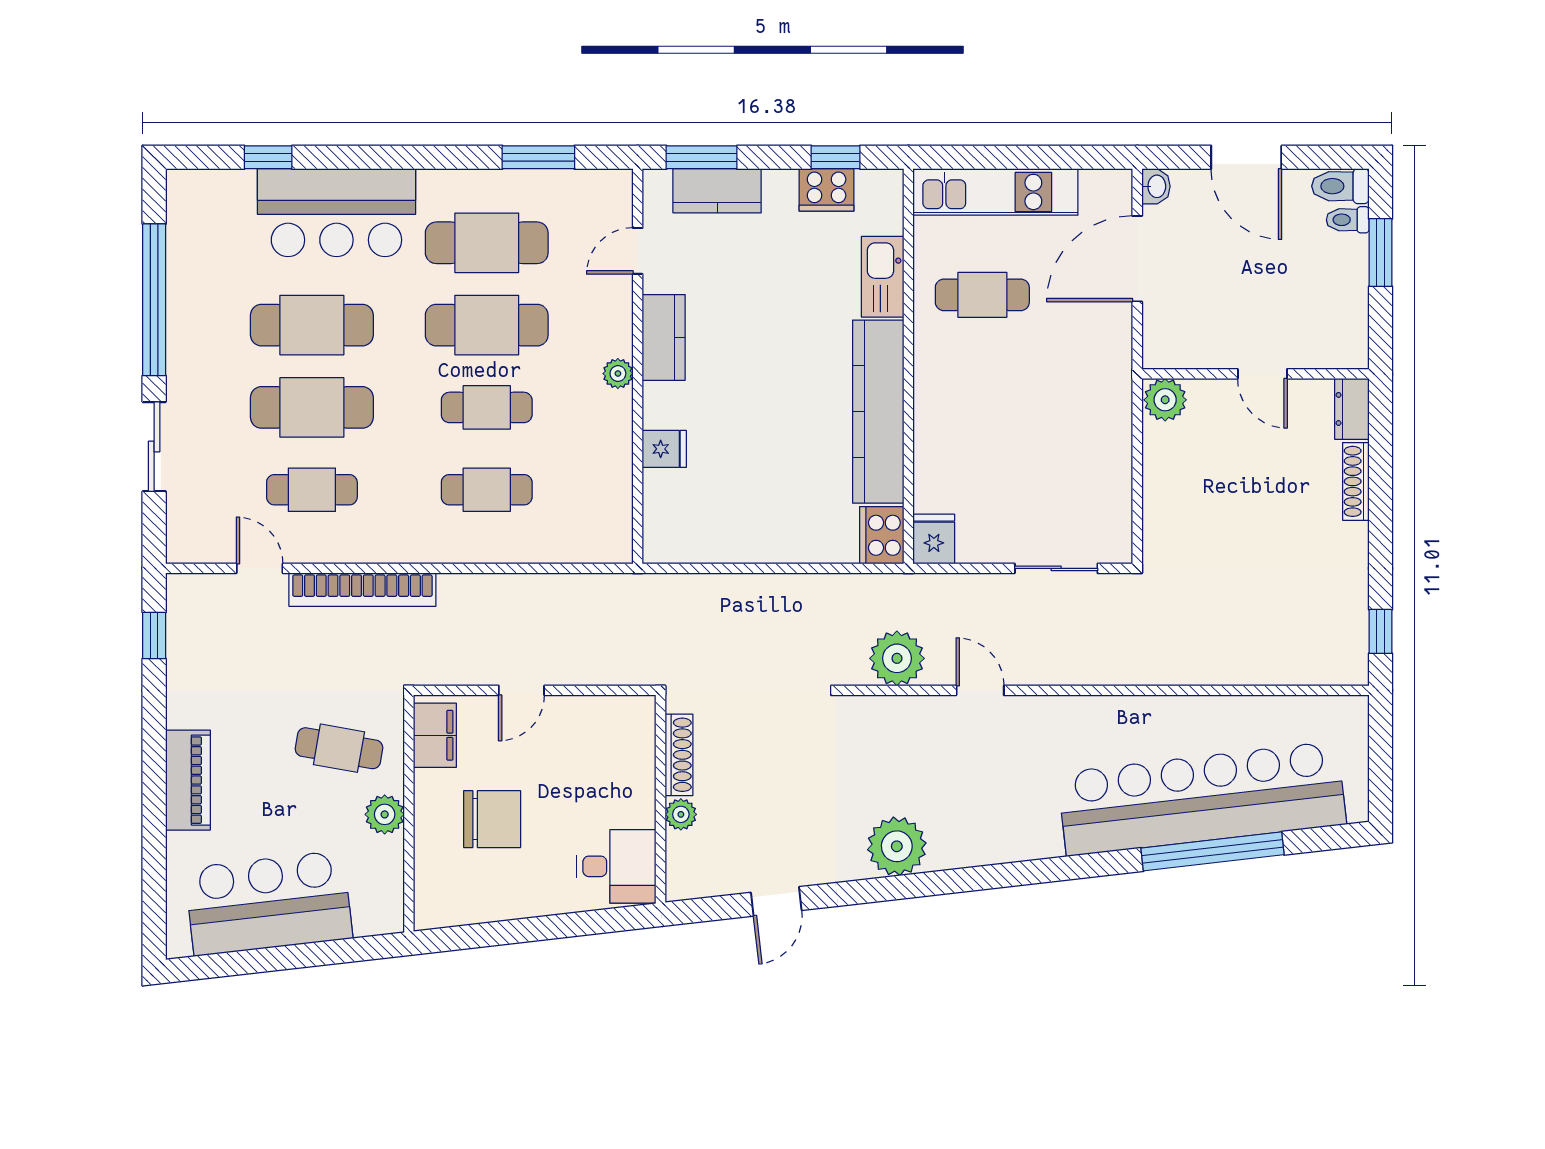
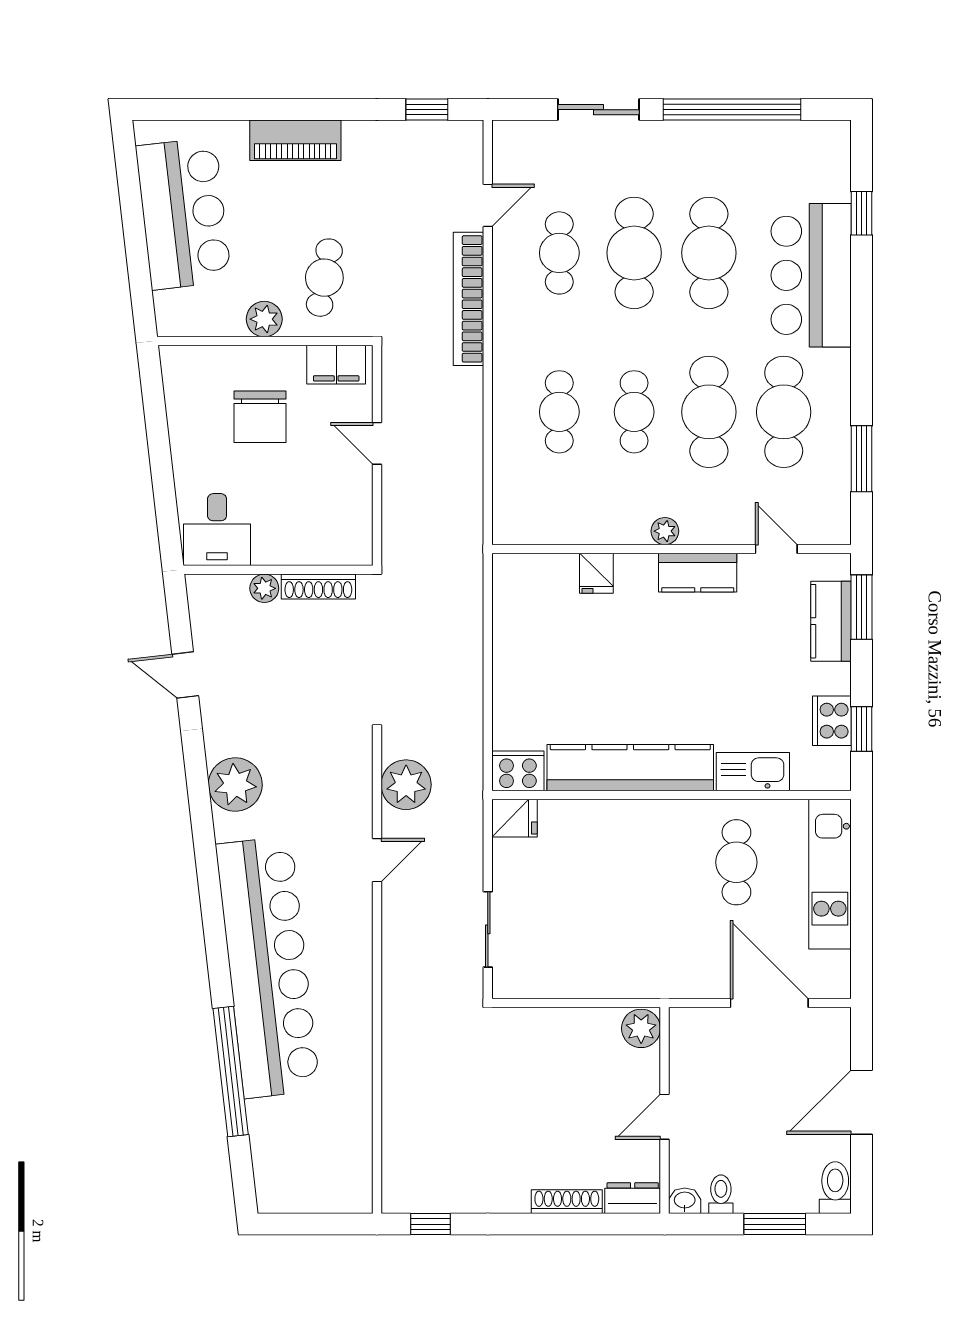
washbasin: (1156, 186) -> (685, 1201), moved, turned 180
toilet: (1348, 220) -> (721, 1194), moved
bar counter: (1202, 799) -> (268, 967), moved

